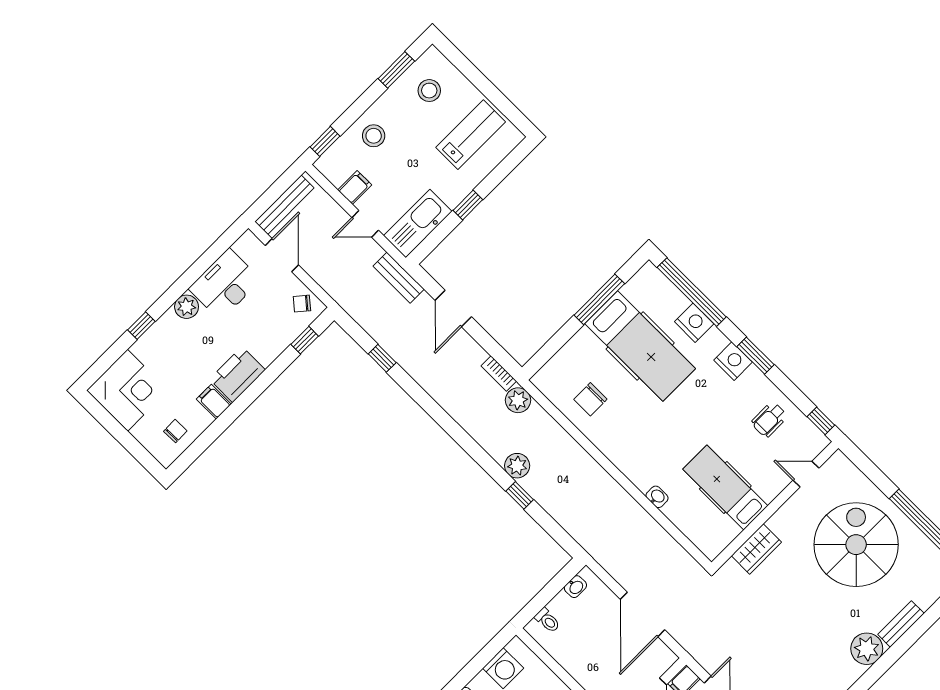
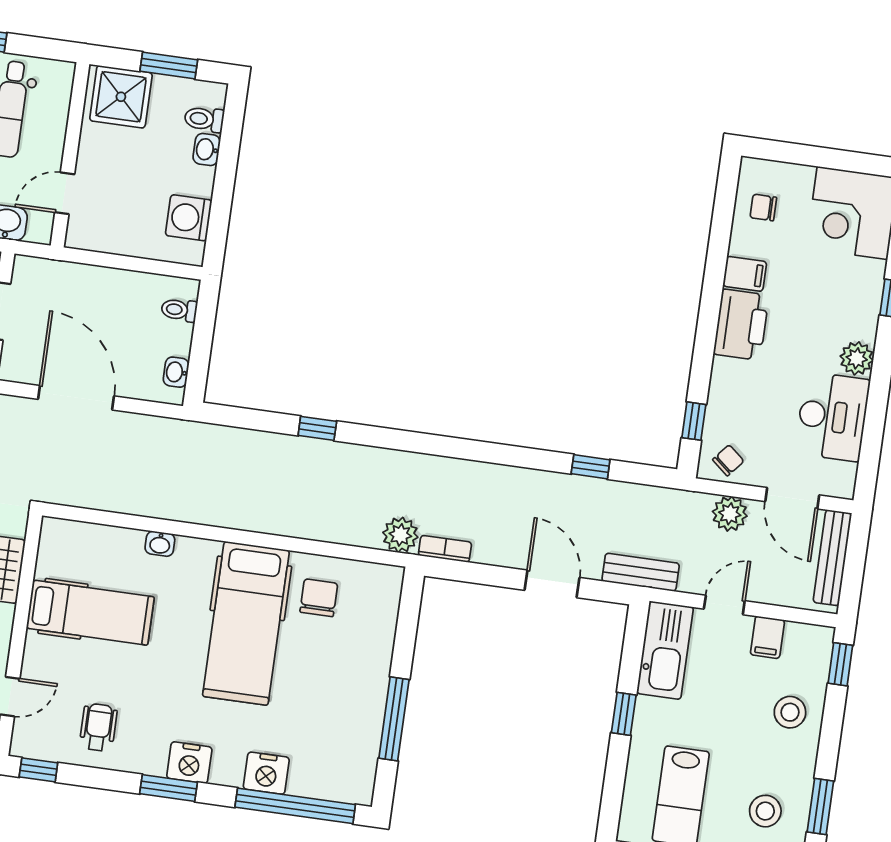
hospital bed: (640, 346) -> (246, 623), moved, turned -90
chair: (175, 431) -> (763, 208), turned 91
plant: (517, 466) -> (730, 514), moved

